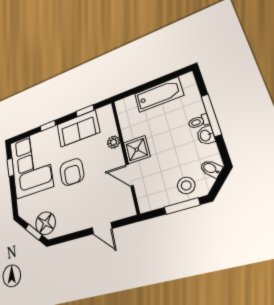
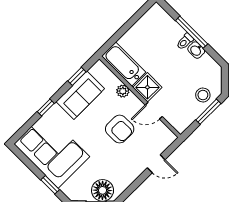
bathtub: (159, 95) -> (124, 64), moved, turned -90
window: (11, 167) -> (50, 185), moved
bidet: (211, 169) -> (214, 73), removed
armchair: (72, 172) -> (120, 129), moved

